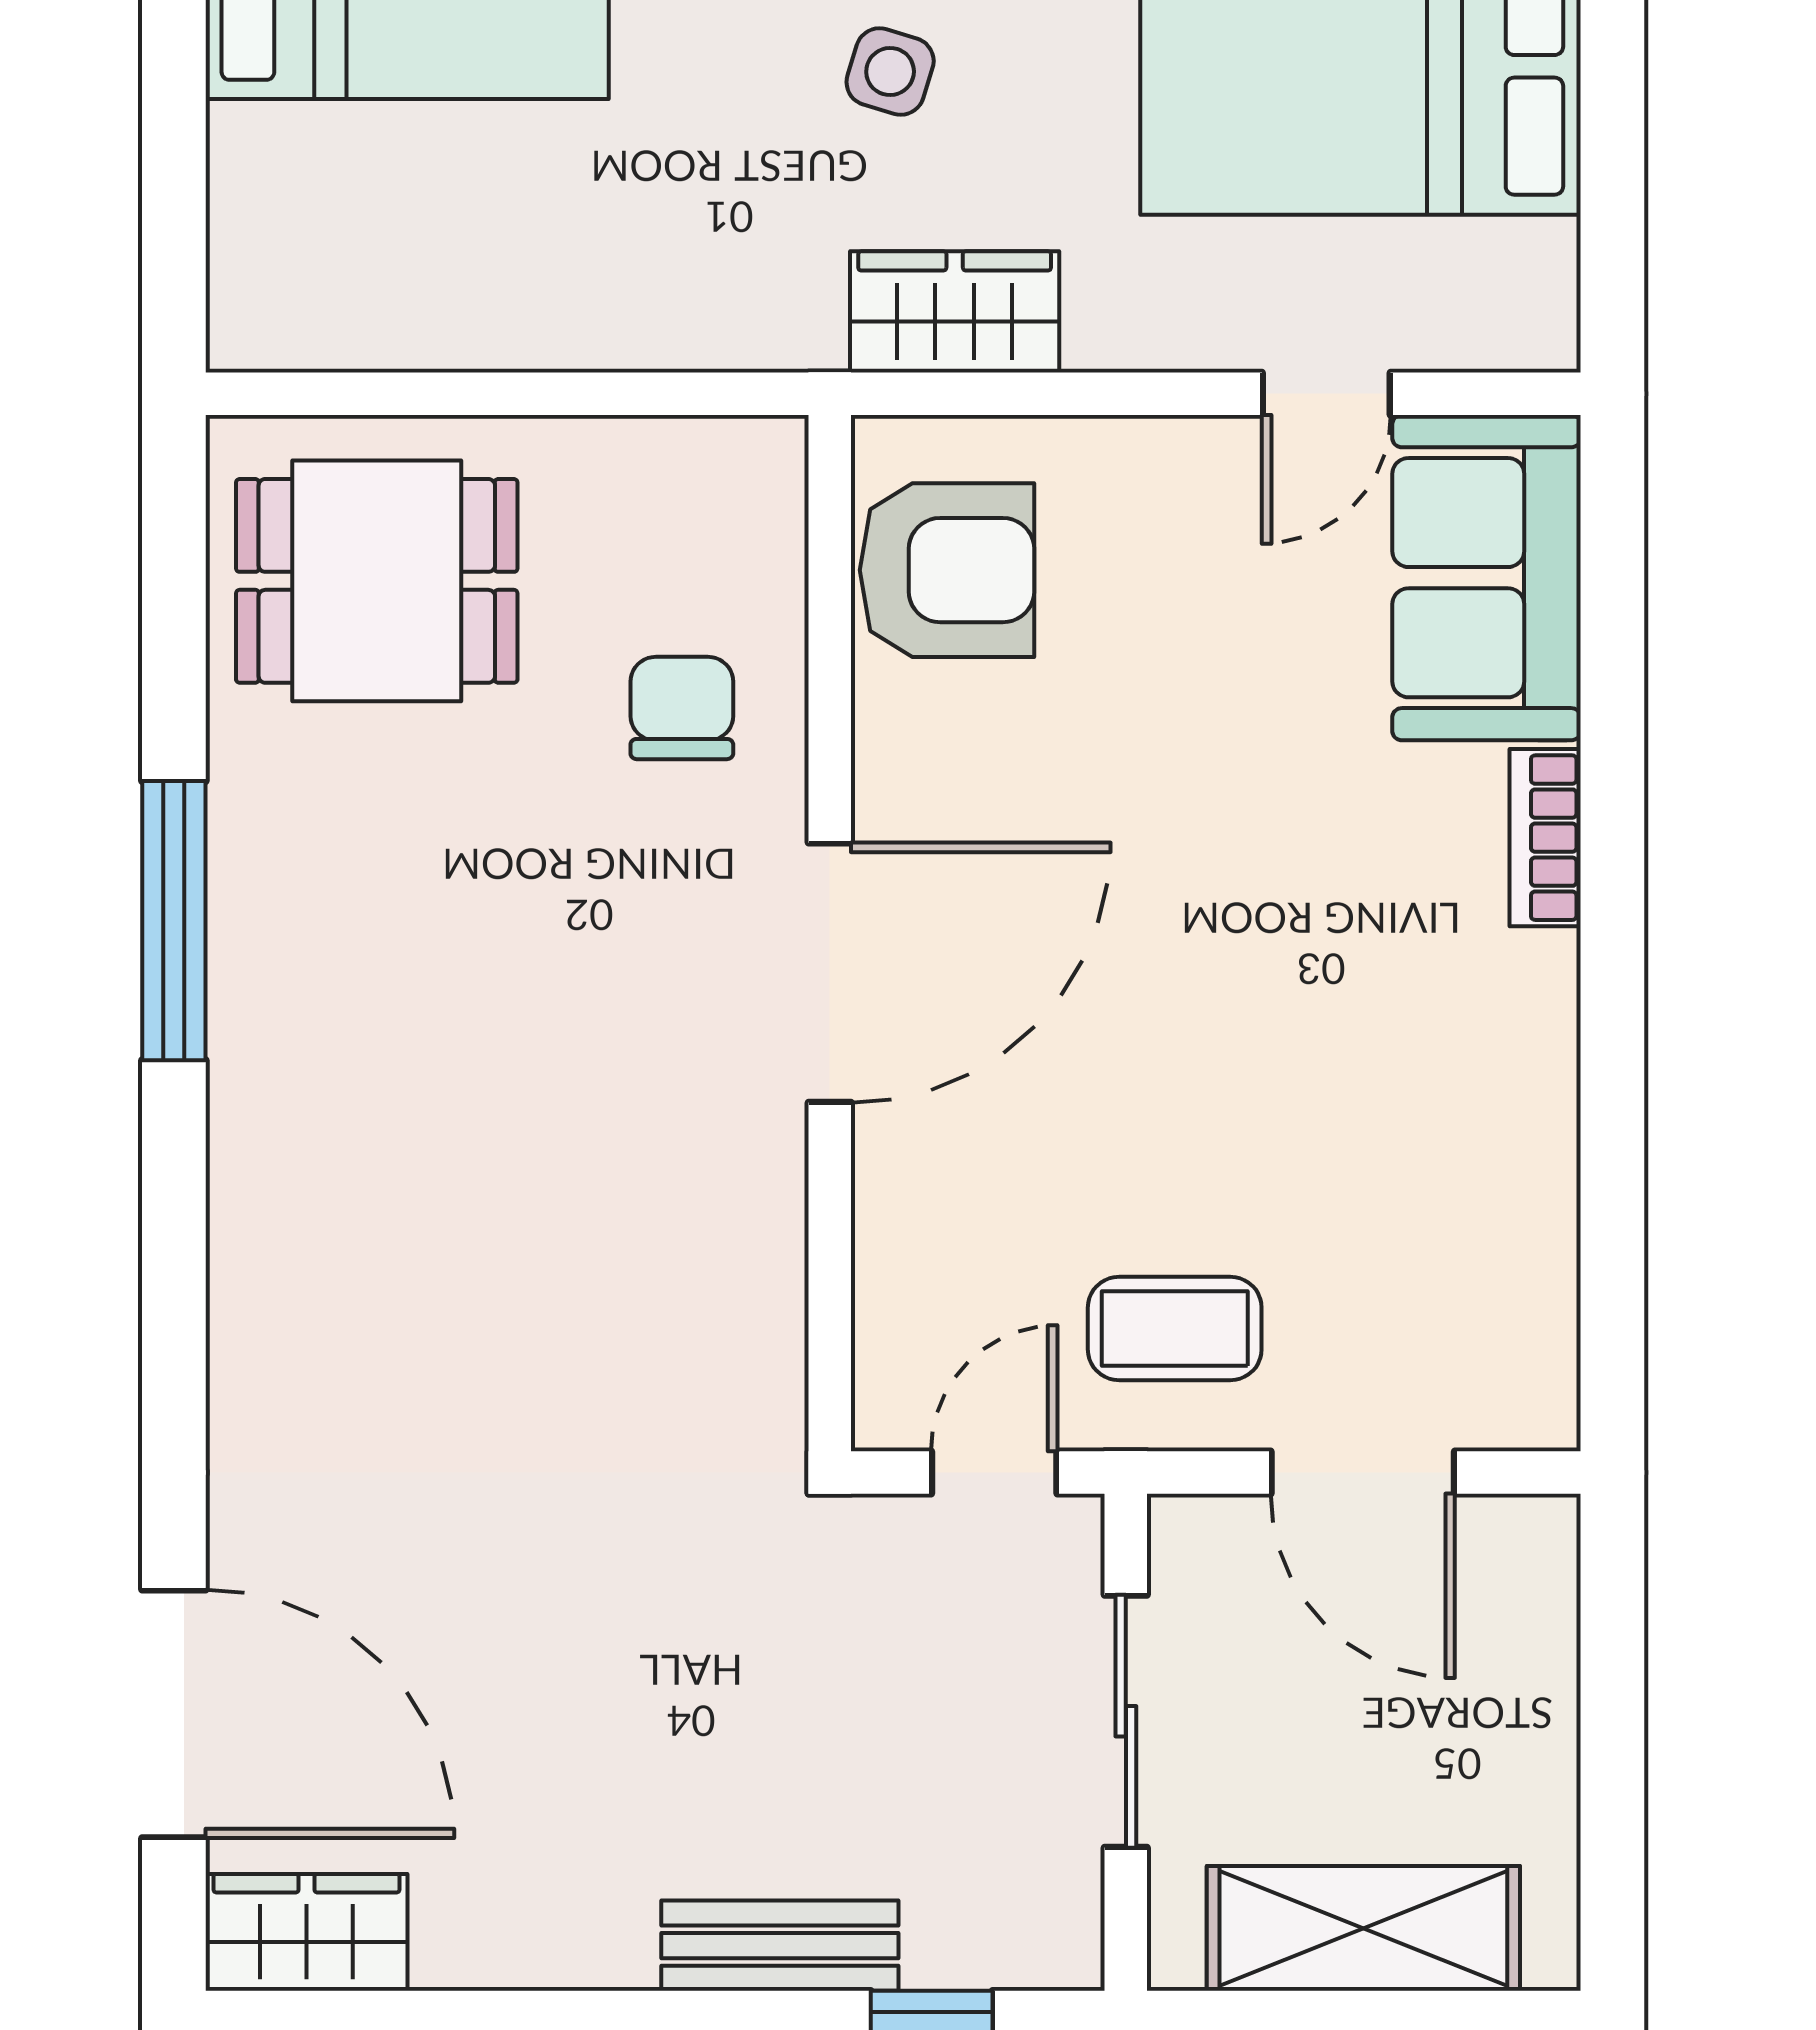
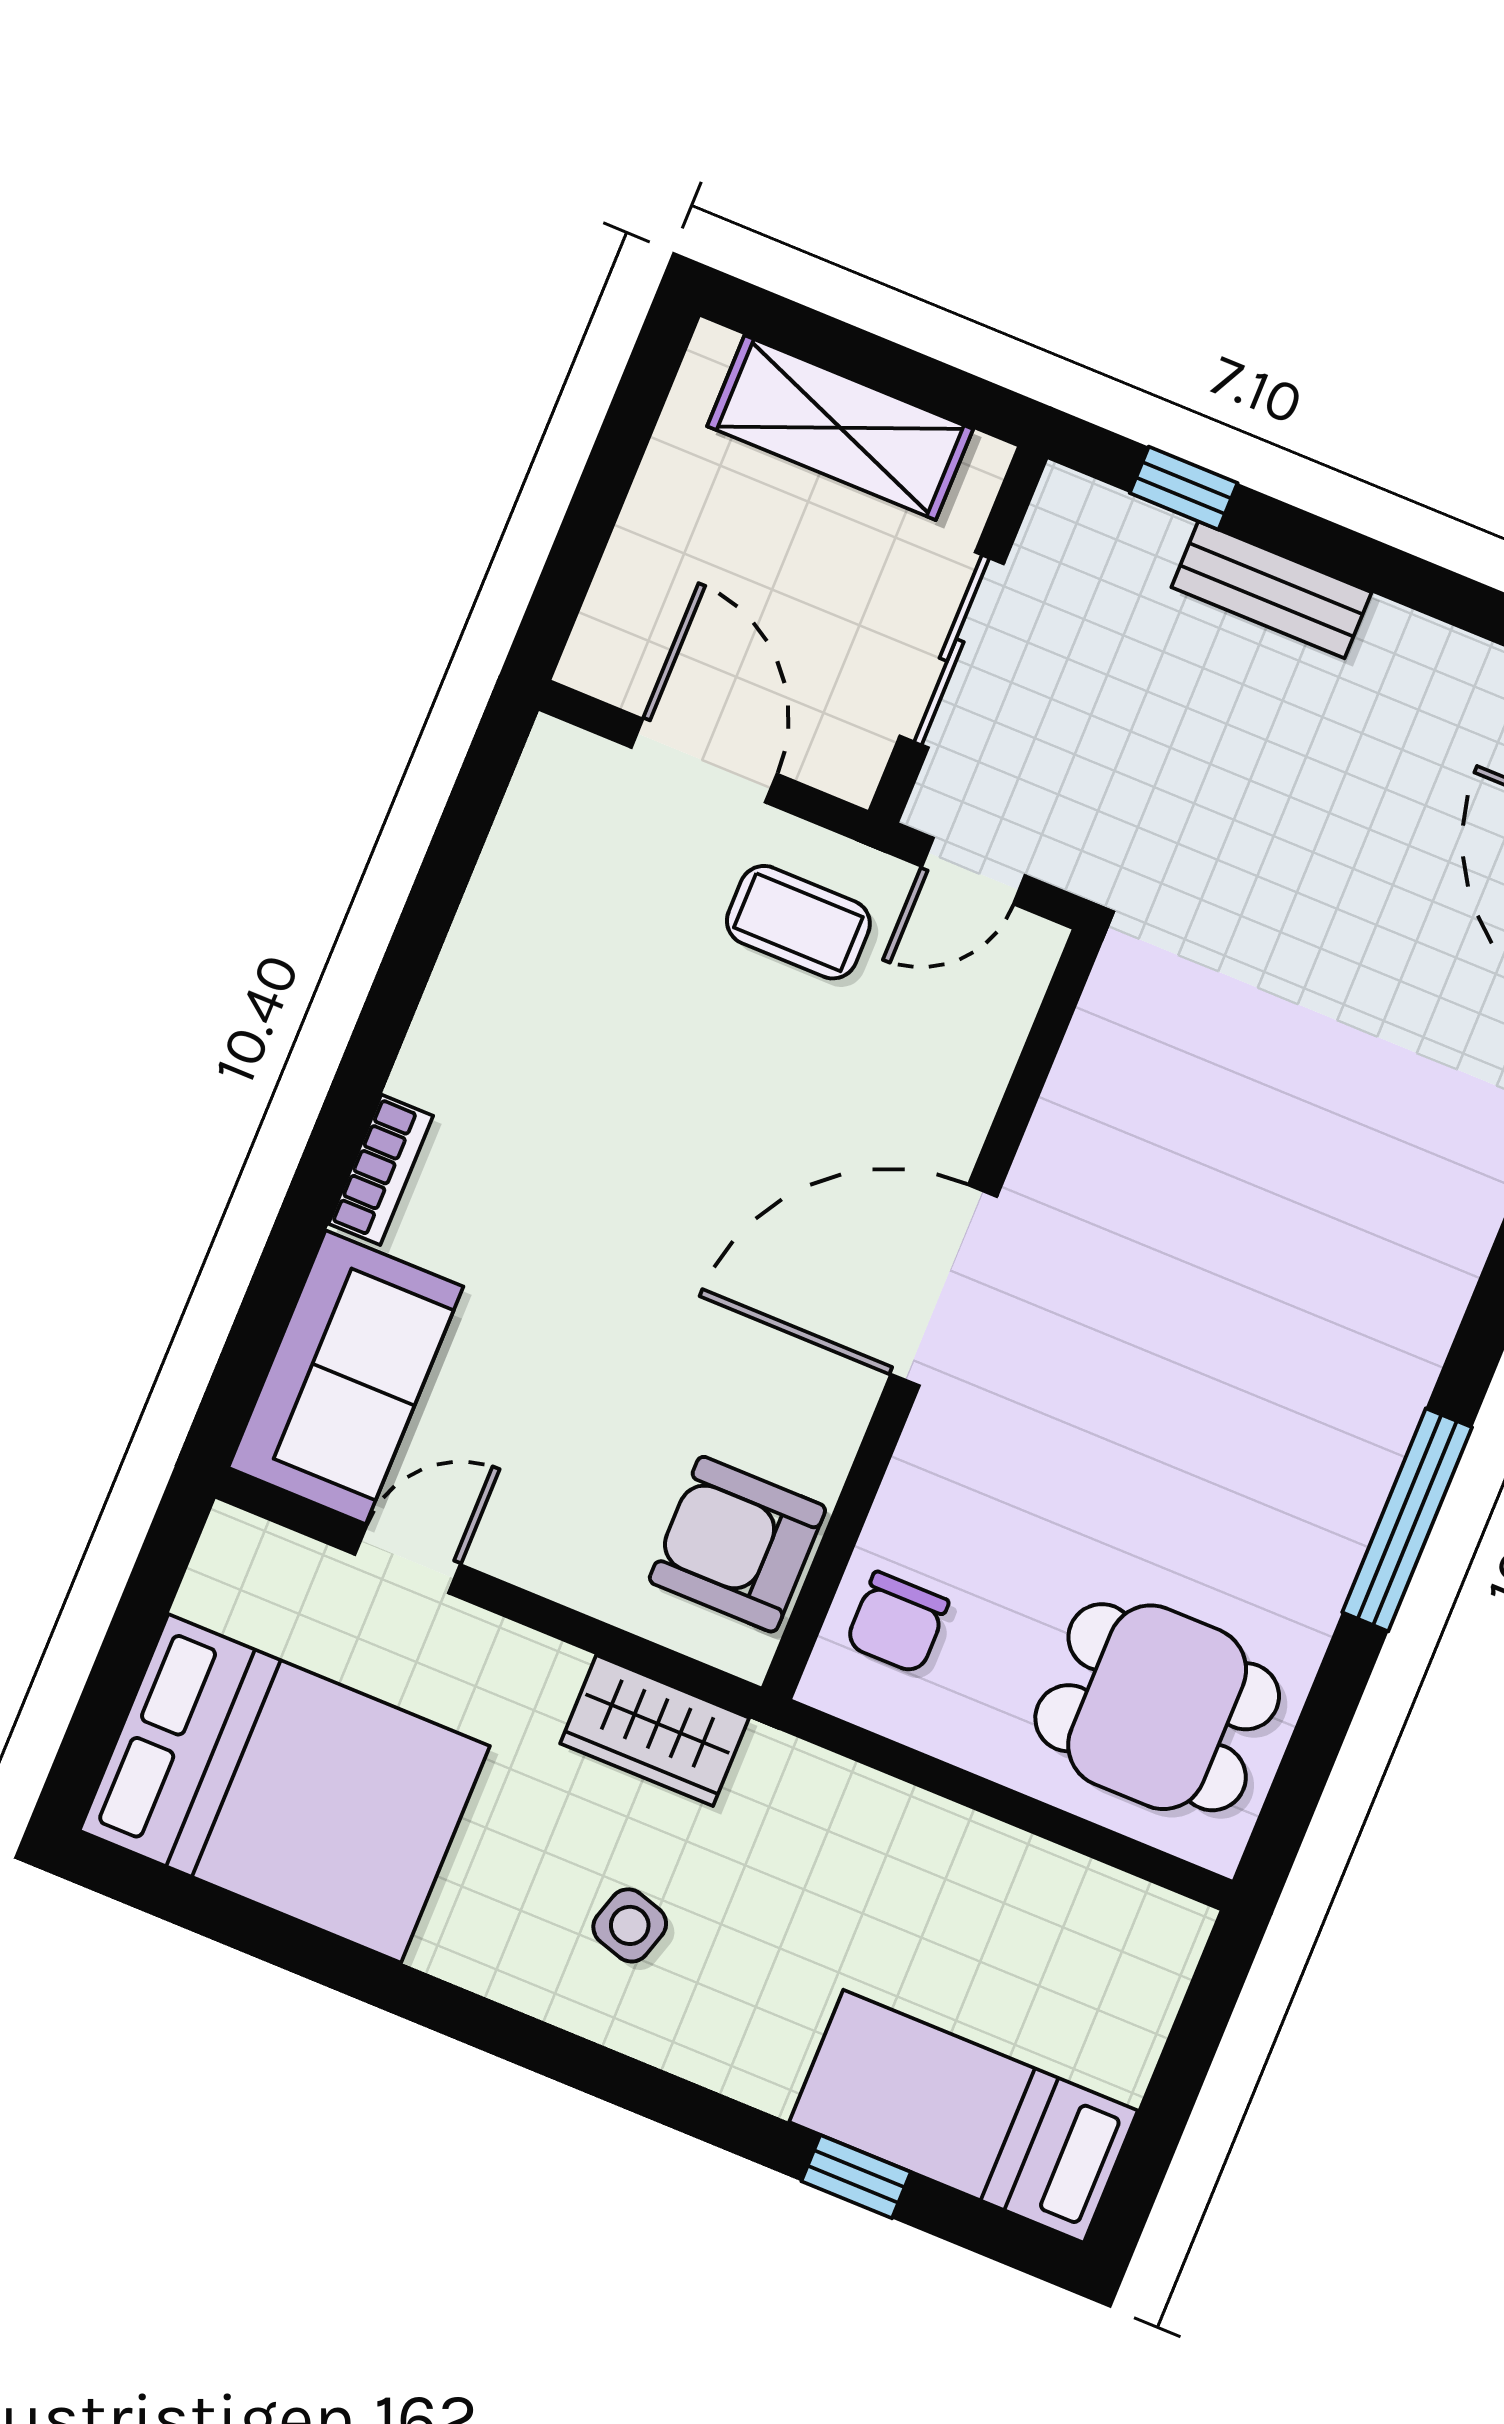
chair: (682, 708) -> (897, 1623), moved

